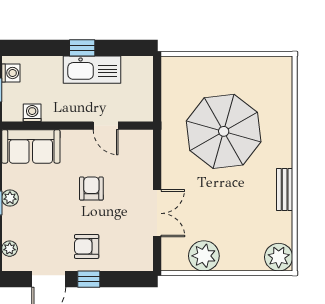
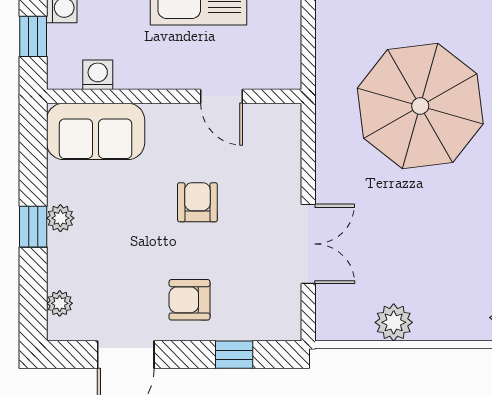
plant: (204, 256) -> (394, 322), width x0.73, depth x0.73
window: (89, 279) -> (234, 355), moved

